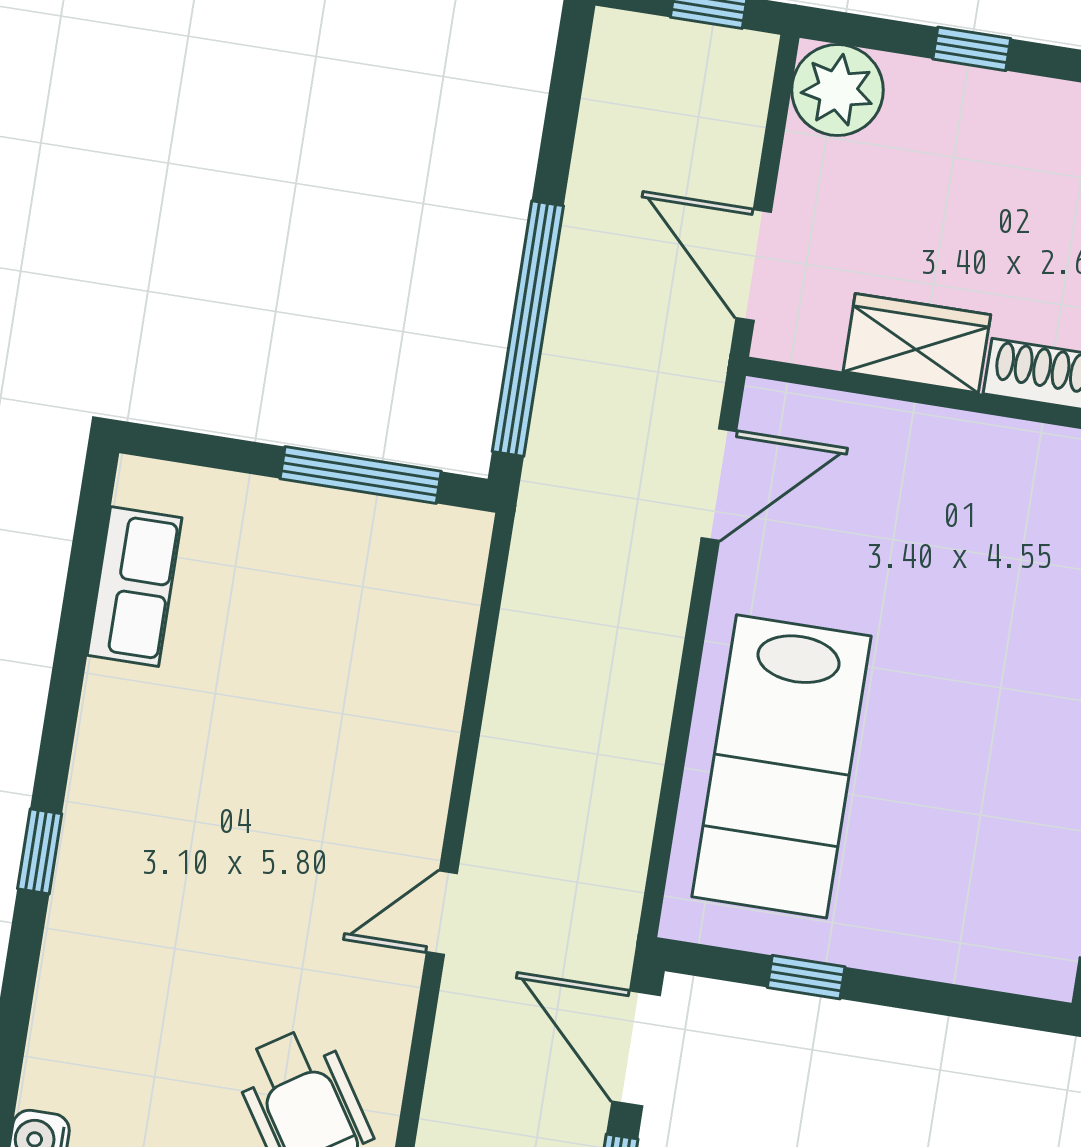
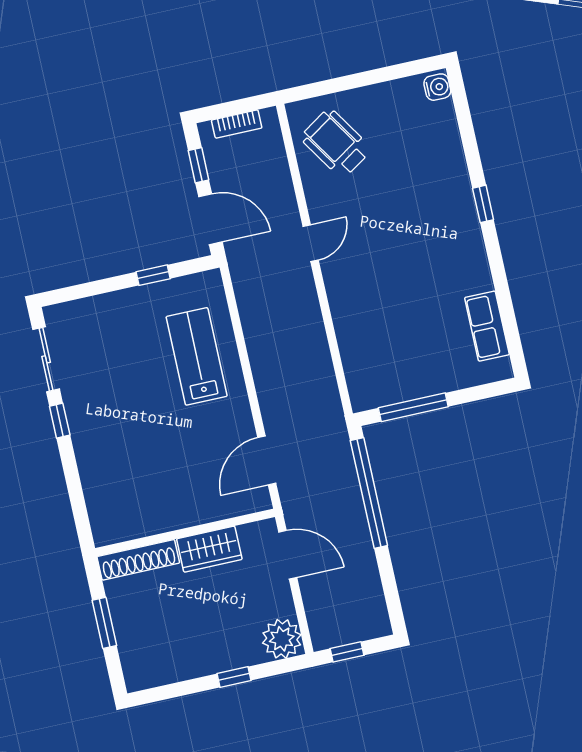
lab bench: (782, 766) -> (197, 356), width x0.73, depth x0.72

